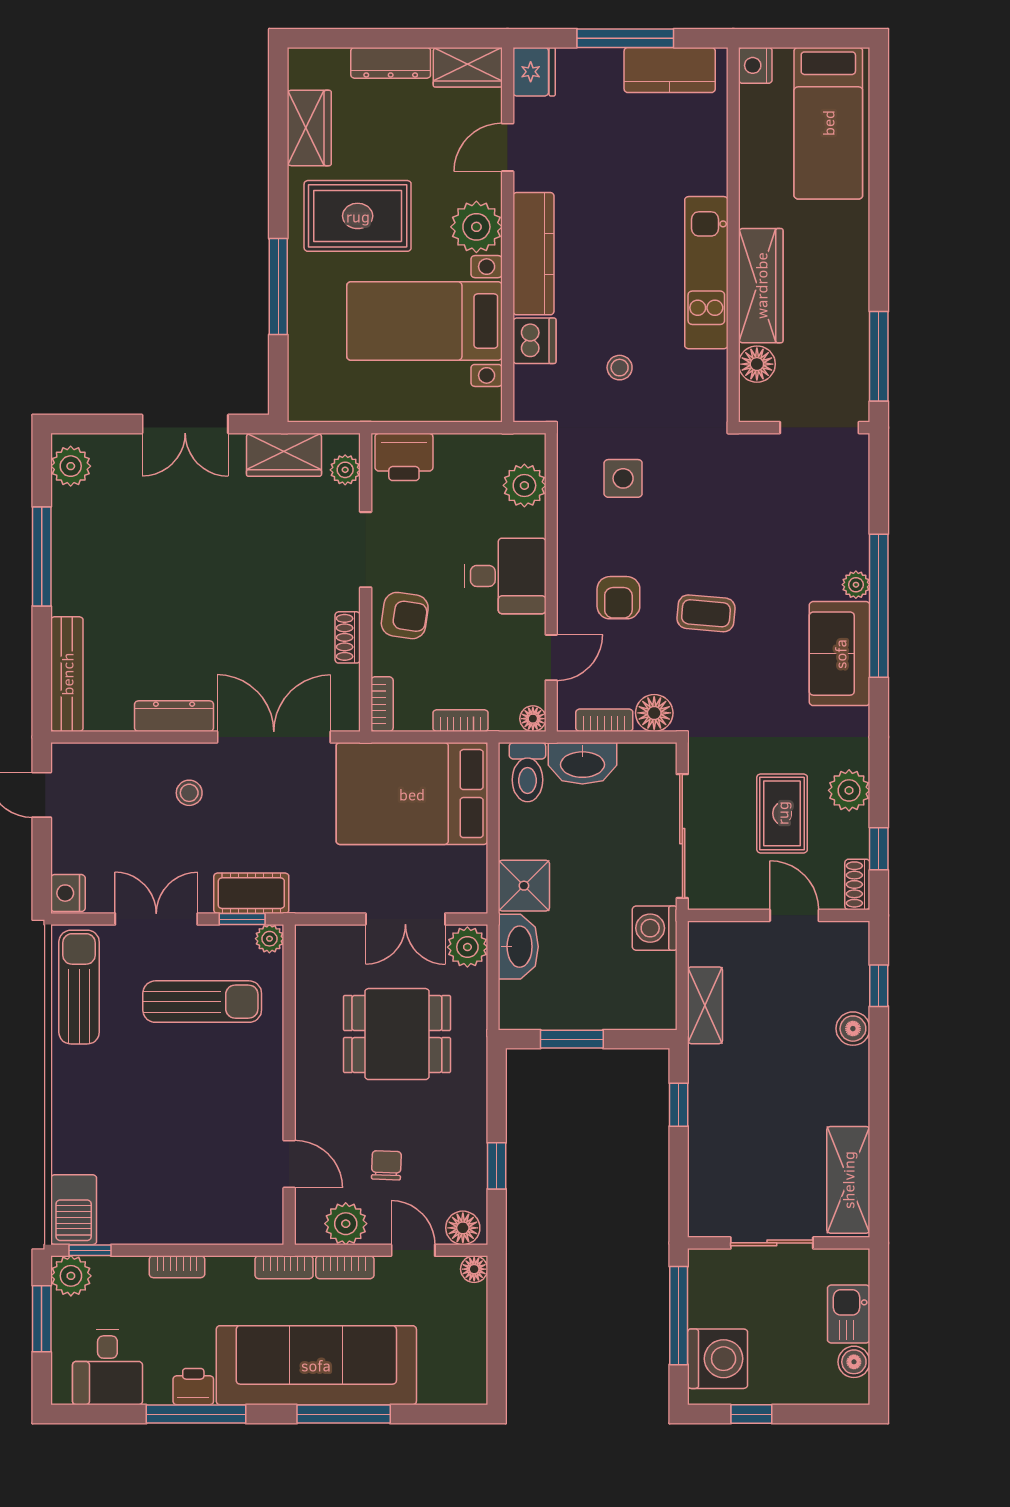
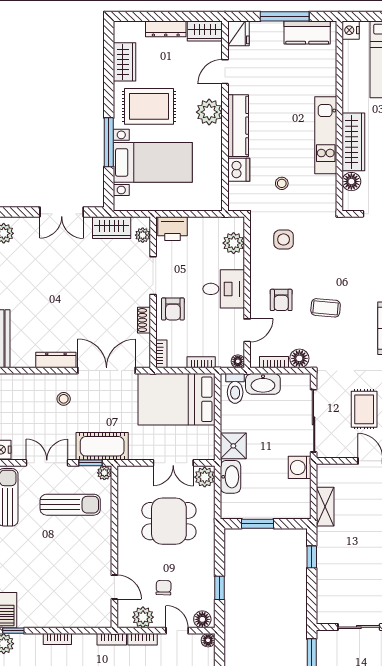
bed with nightstands: (425, 321) -> (153, 162), moved, turned 180
armchair: (405, 616) -> (173, 309), turned 82
cot: (251, 893) -> (102, 446), width x1.37, depth x1.34

